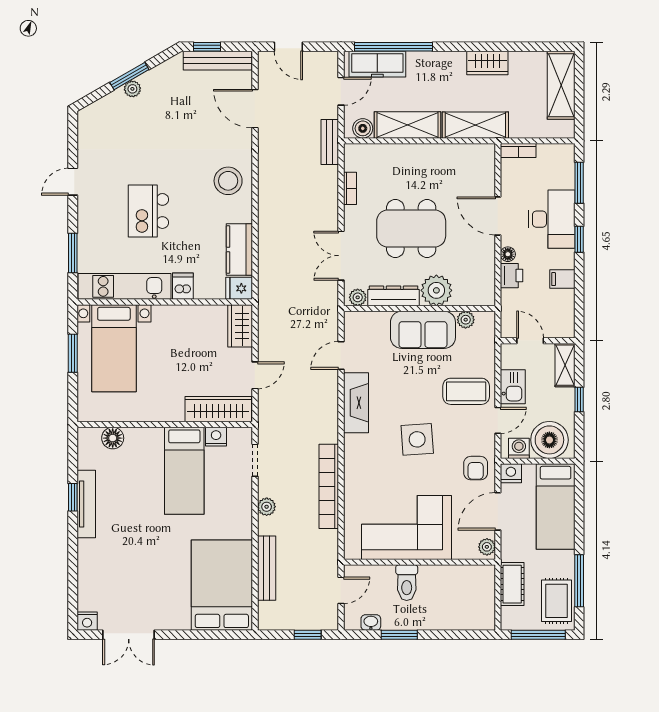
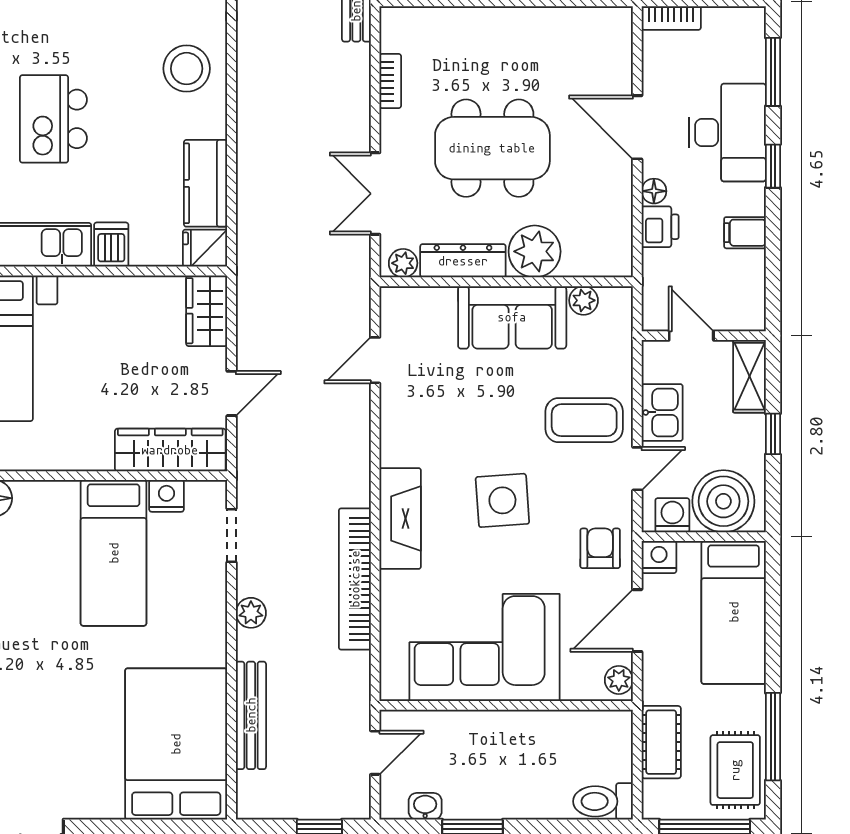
fireplace: (356, 403) -> (400, 519), moved
armchair: (476, 468) -> (600, 548), turned 180
toilet: (407, 583) -> (603, 801), moved, turned 90

